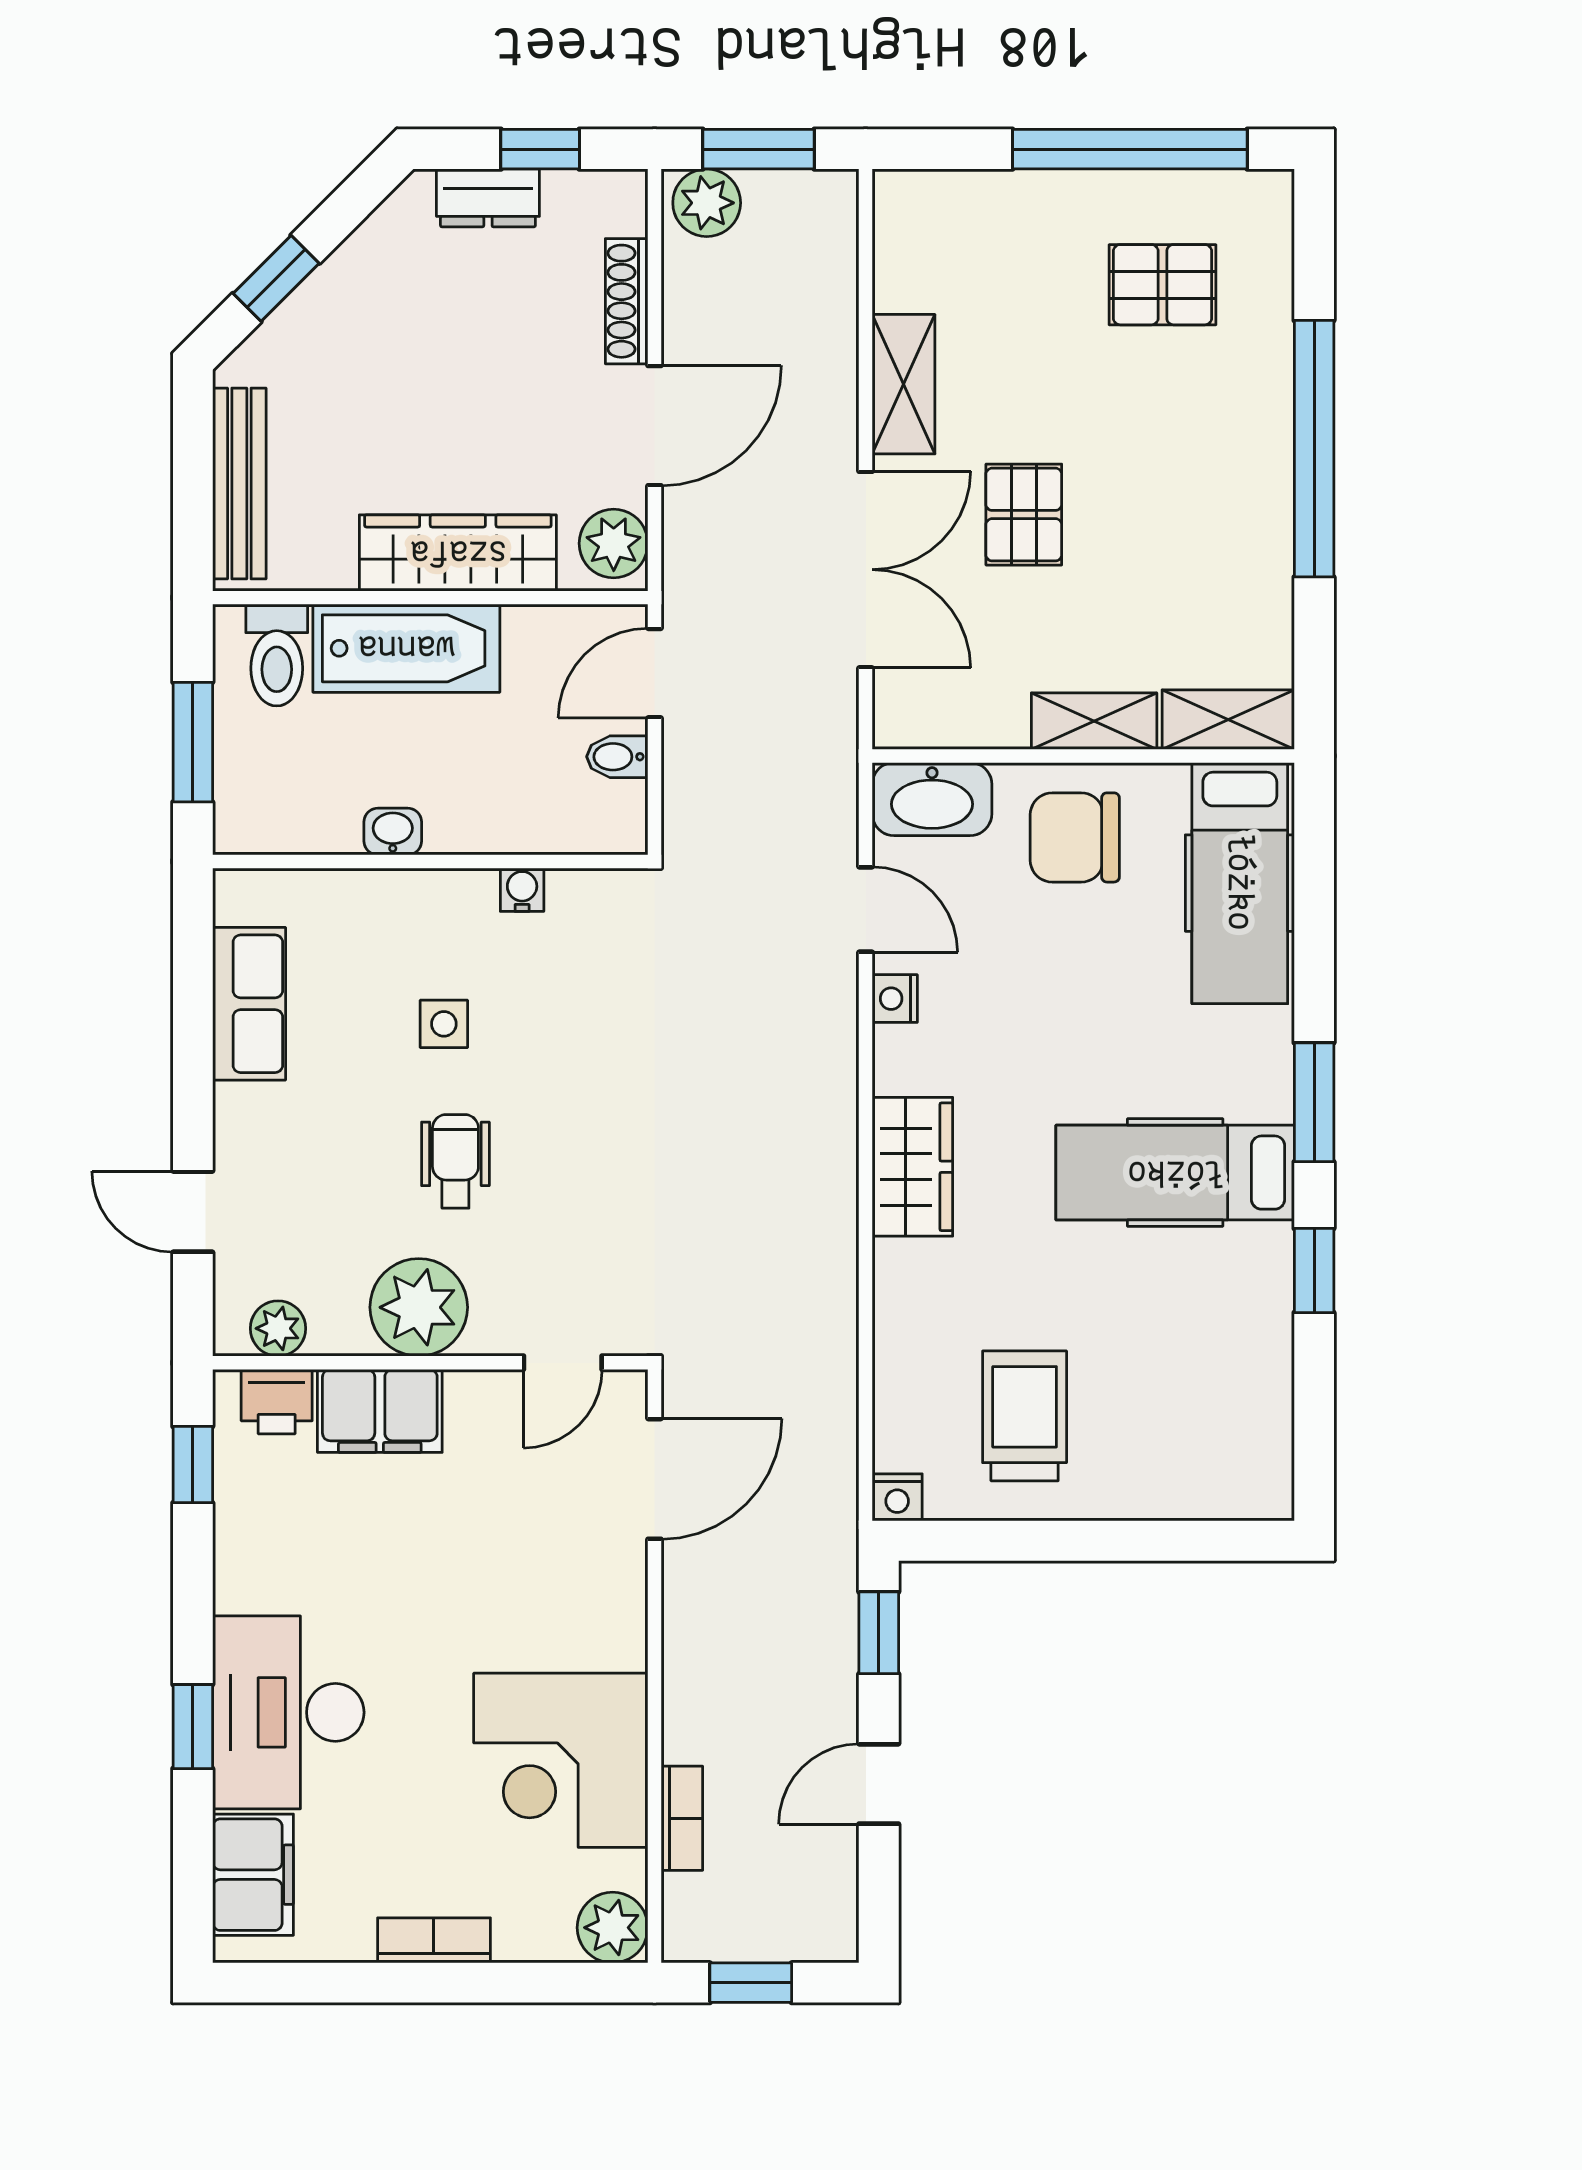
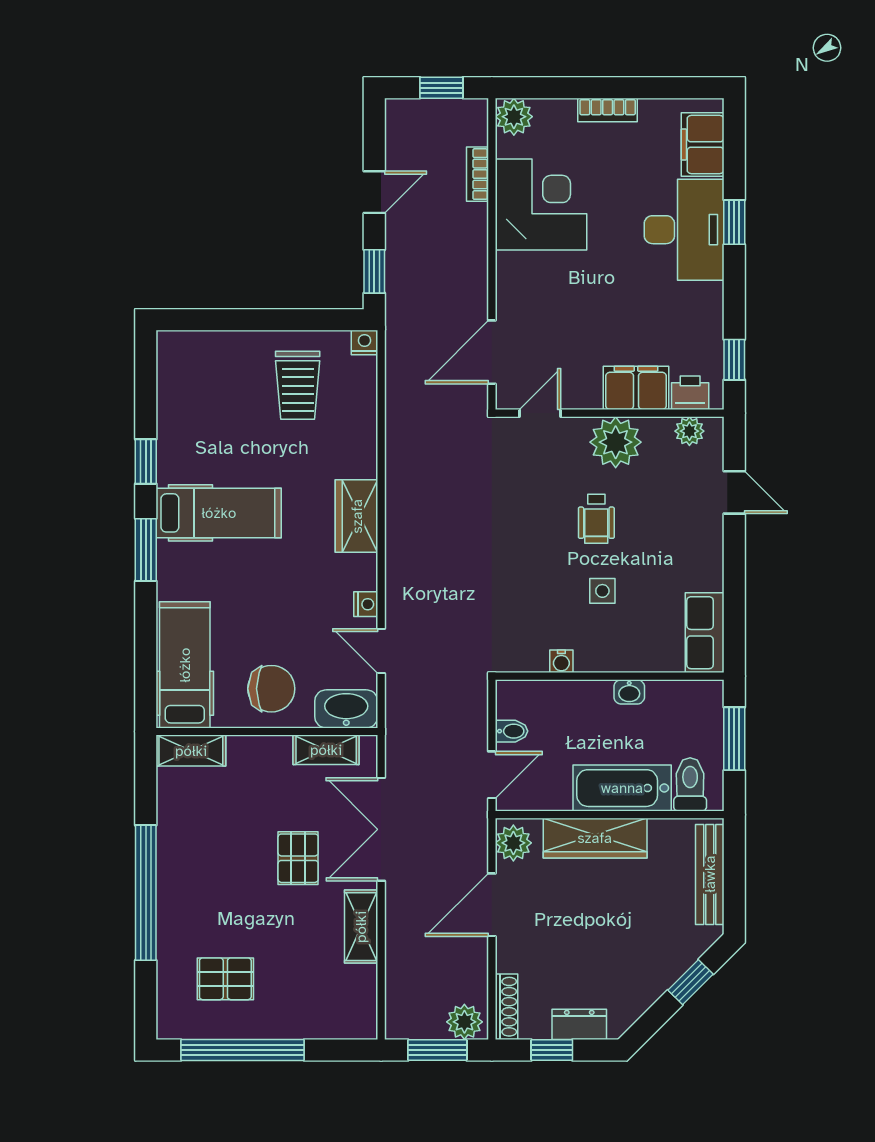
shoe rack: (627, 301) -> (507, 1007), moved
shelving: (1094, 721) -> (326, 750), moved
row of seats: (249, 1004) -> (705, 633), moved

